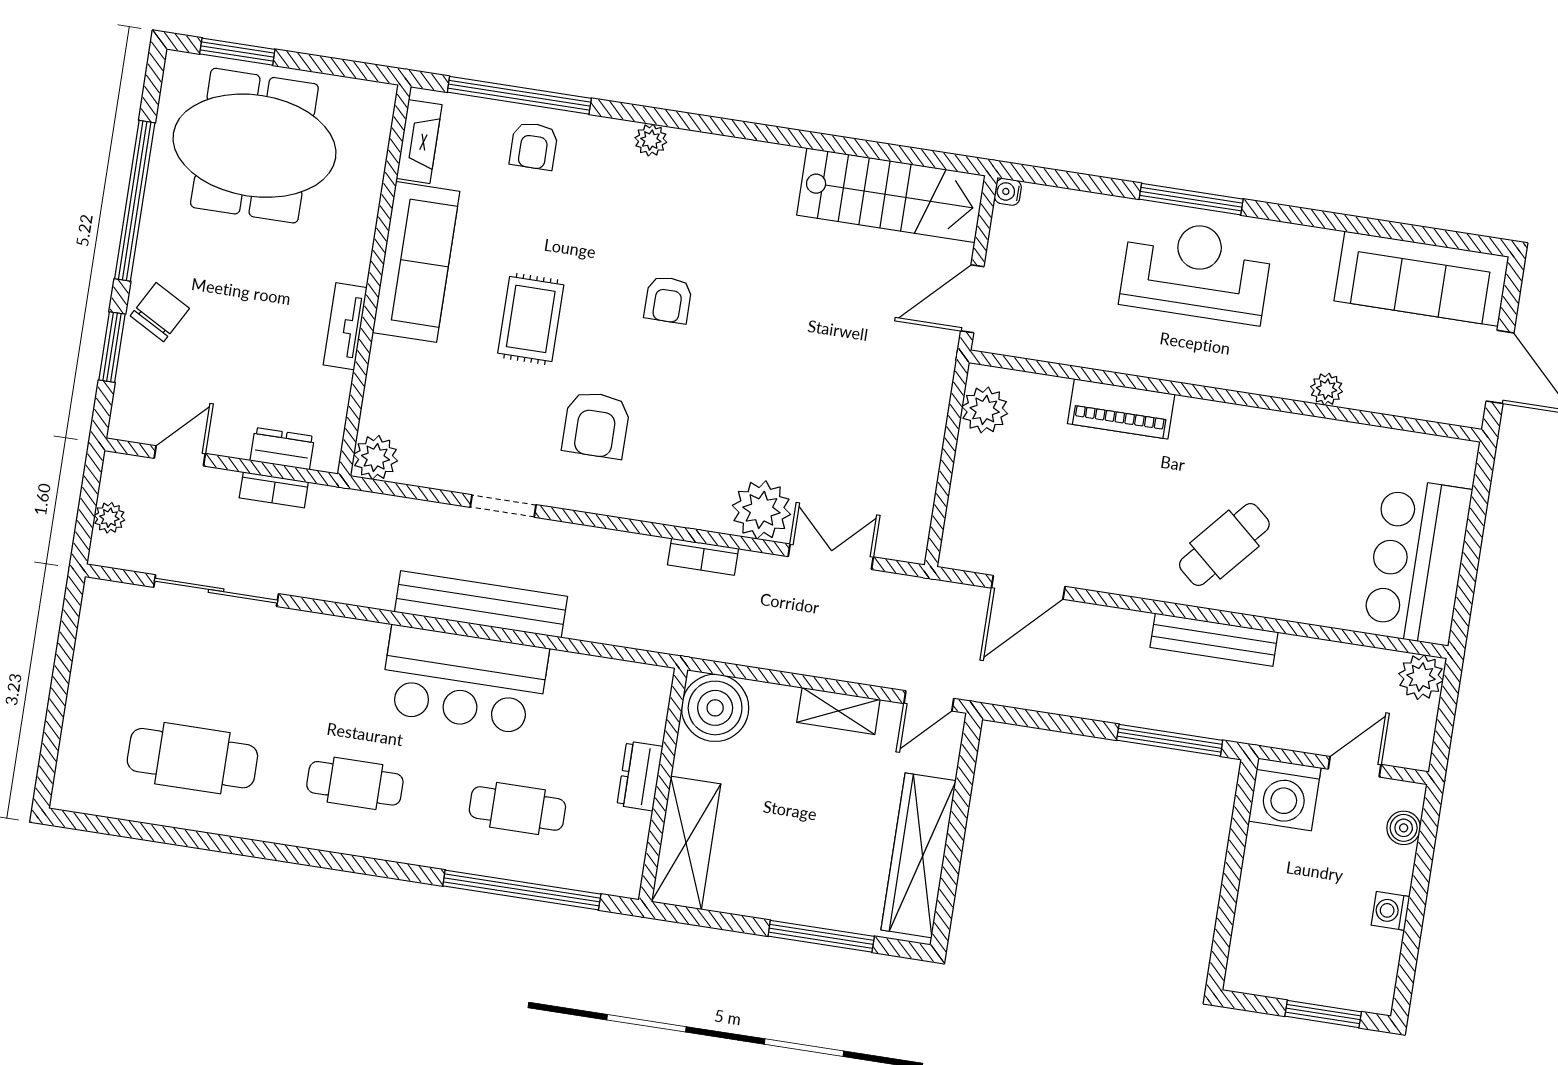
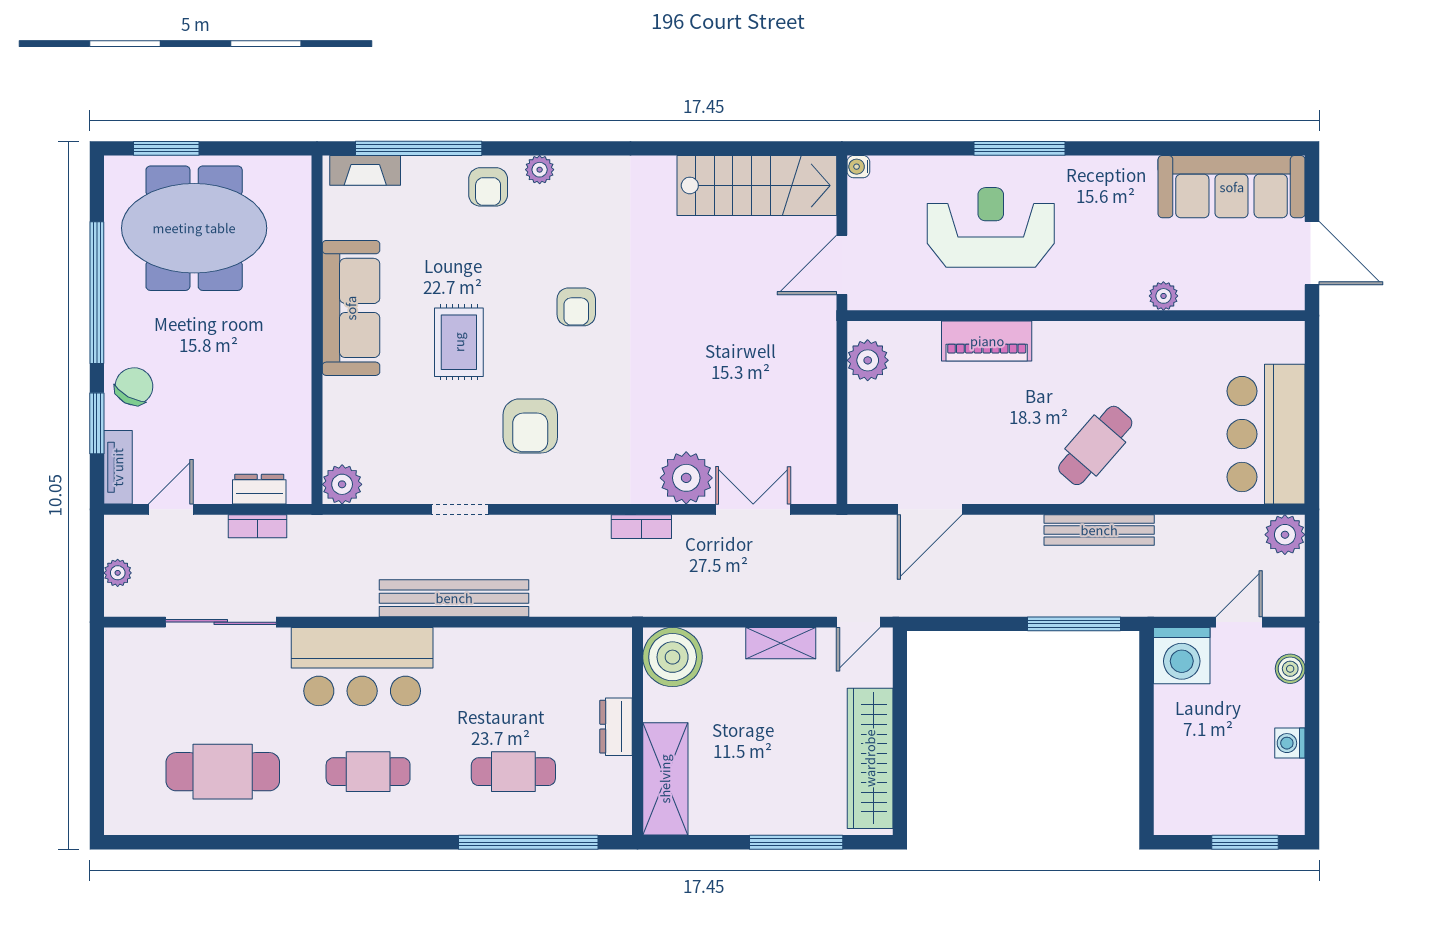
fireplace: (419, 142) -> (365, 170), moved, turned 90
armchair: (534, 146) -> (488, 187), moved
reception desk: (1196, 271) -> (991, 227), moved
tv unit: (345, 326) -> (118, 467), moved, turned 180
bar counter: (464, 680) -> (362, 667), moved

